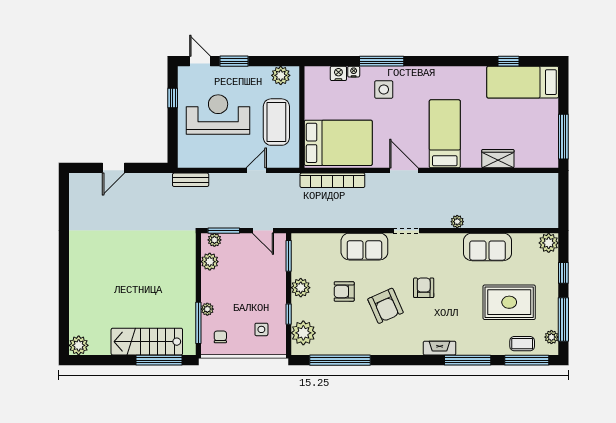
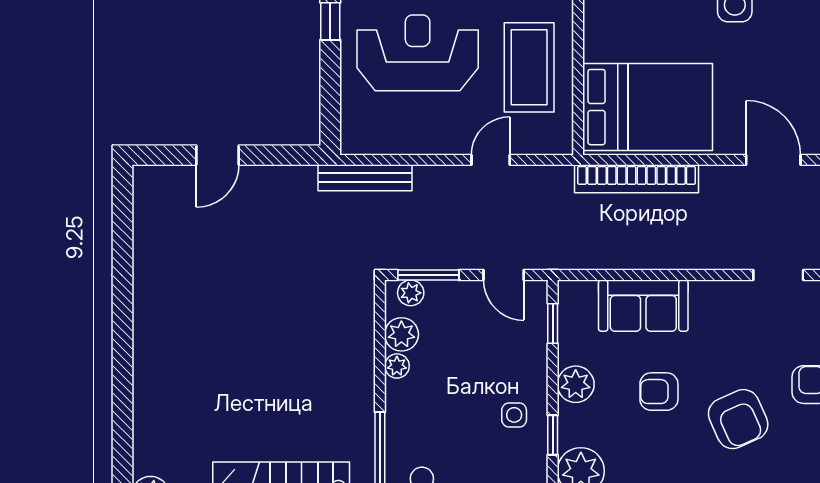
bench: (191, 180) -> (365, 178), width x1.36
sofa: (364, 247) -> (643, 306), moved
window: (289, 256) -> (553, 323), width x0.67
plant: (207, 309) -> (397, 366), moved
side table: (261, 329) -> (514, 415), moved

